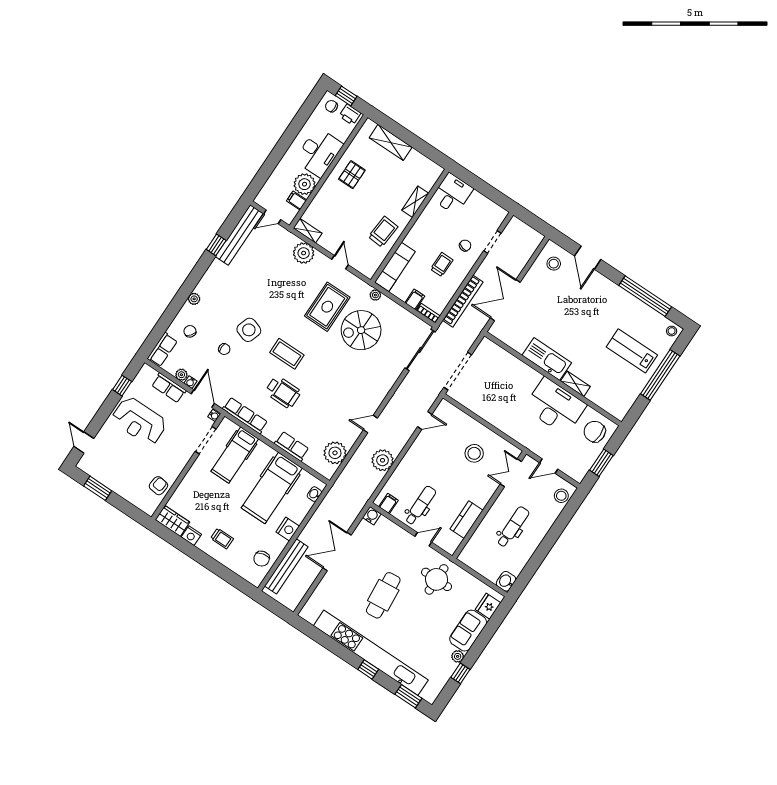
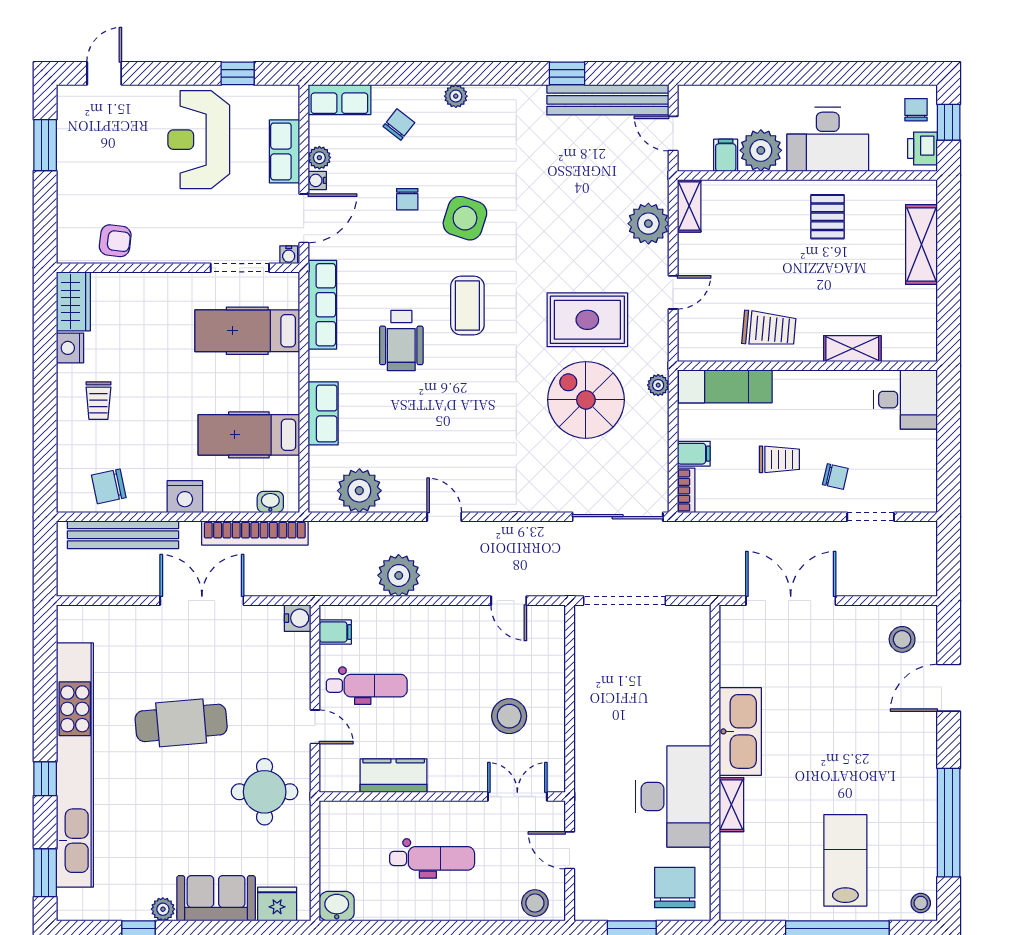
pallet: (352, 175) -> (828, 217), turned 90
bookcase: (463, 301) -> (255, 533), moved
hospital bed: (272, 488) -> (249, 435), width x0.73, depth x0.78

